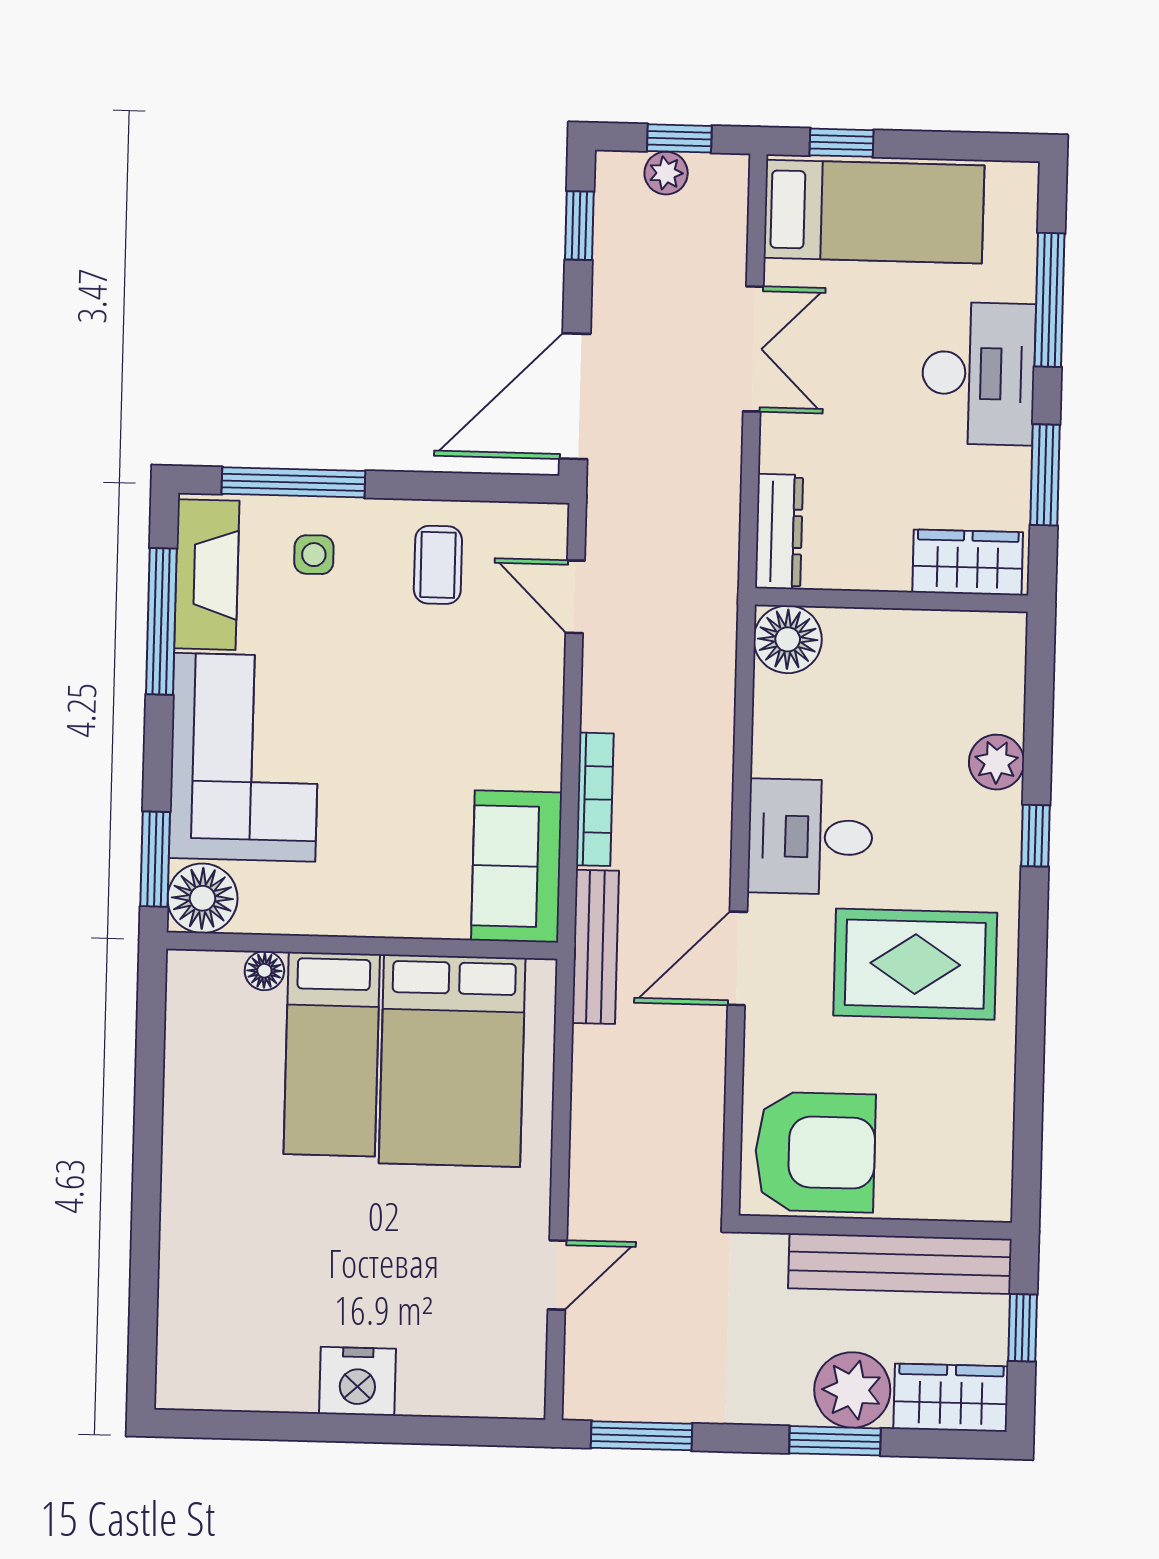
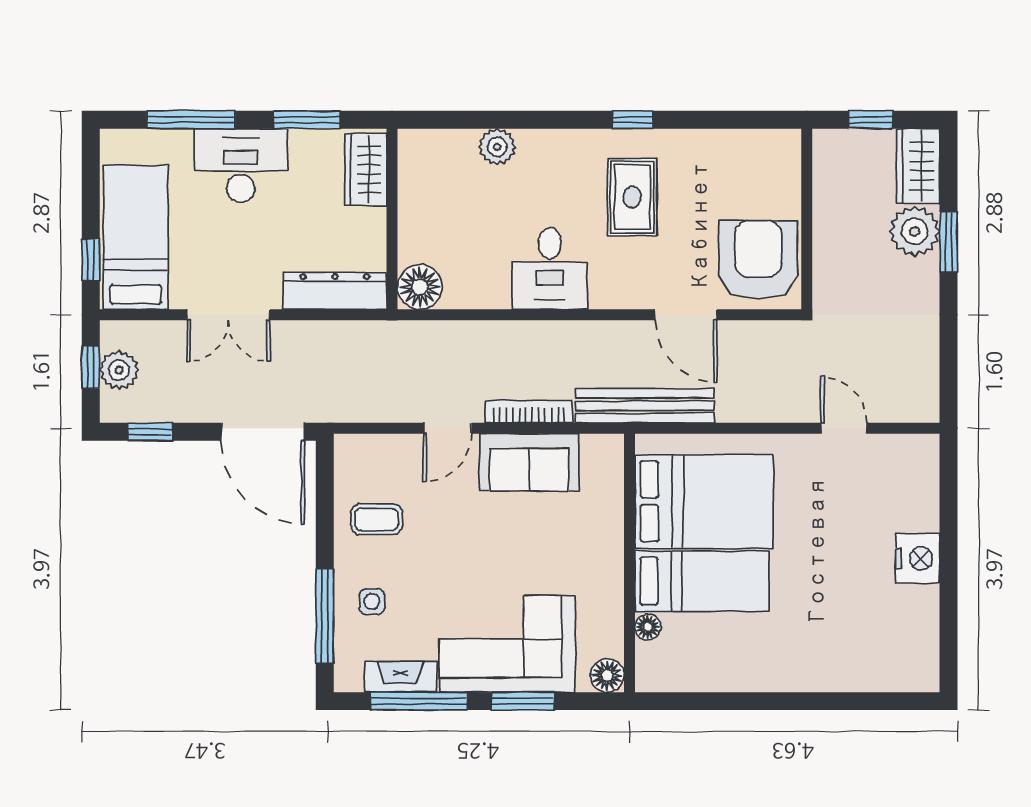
plant: (666, 173) -> (119, 370), width x1.38, depth x1.38
double door: (753, 349) -> (228, 315), swing flipped
dresser: (779, 532) -> (335, 291), width x1.37, depth x1.24
fireplace: (207, 575) -> (400, 677), width x0.73, depth x0.76
door: (575, 597) -> (447, 428), moved
window: (1036, 836) -> (632, 120), moved
window: (155, 859) -> (523, 701), moved
sofa: (516, 866) -> (529, 462), moved
floor lamp: (202, 898) -> (607, 675), width x0.73, depth x0.73
bench: (595, 947) -> (645, 406), width x1.37, depth x1.21
door: (737, 958) -> (686, 315), moved
rug: (915, 964) -> (632, 197), width x0.73, depth x0.70
bench: (900, 1264) -> (830, 202), removed
window: (642, 1436) -> (949, 370), removed

